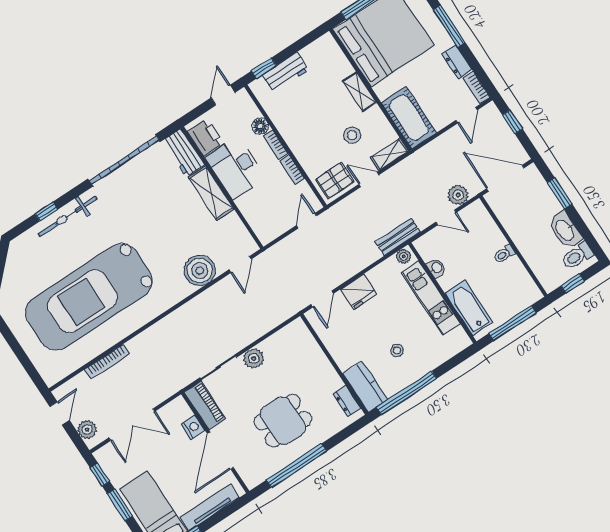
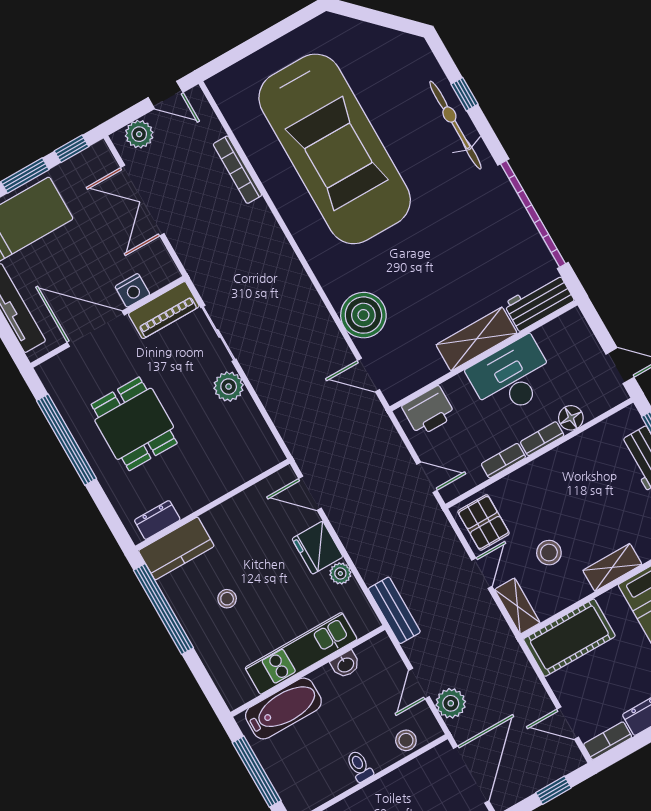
printer: (206, 137) -> (429, 411), moved
stool: (485, 224) -> (406, 740), added
plant: (404, 256) -> (340, 573), moved
car: (89, 297) -> (335, 149), turned 180

